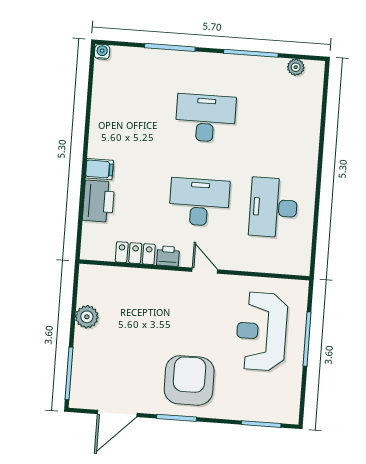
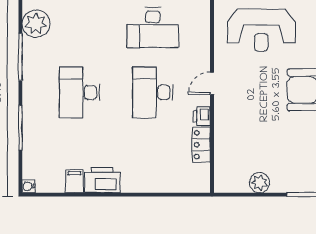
plant: (296, 67) -> (36, 24), width x1.88, depth x1.88
filing cabinet: (99, 169) -> (75, 181), moved
printer: (98, 201) -> (102, 180), moved

